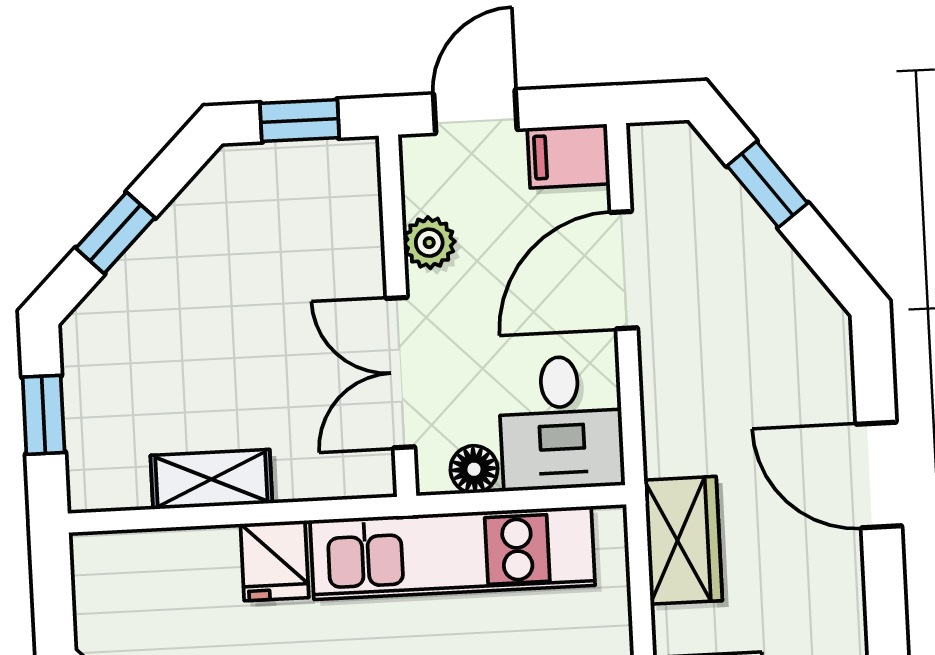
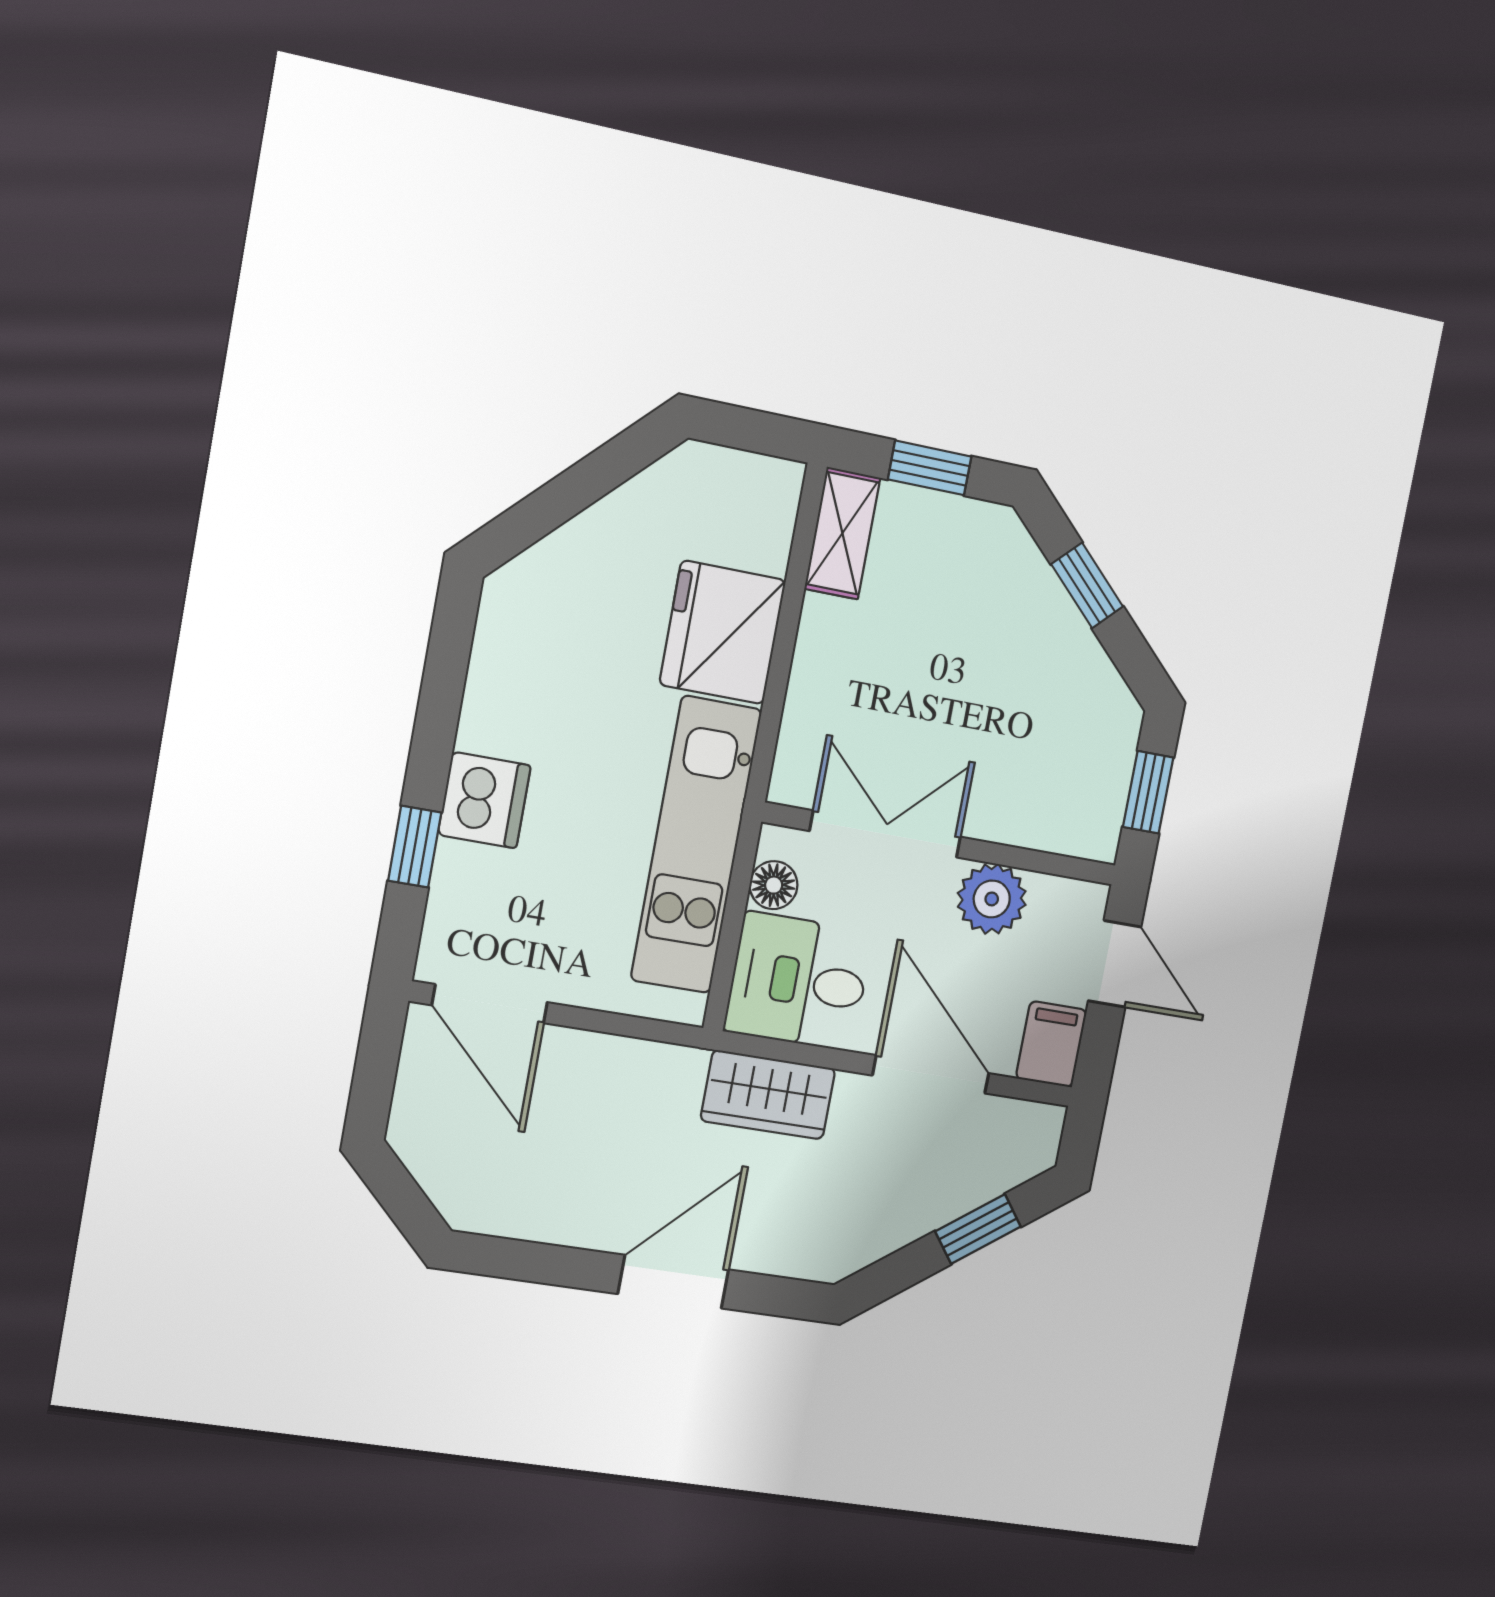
plant: (429, 243) -> (992, 899), width x1.38, depth x1.38
shelving: (211, 479) -> (842, 533), moved
wardrobe: (683, 540) -> (768, 1095), moved
fridge: (275, 561) -> (723, 632), width x1.88, depth x1.34

